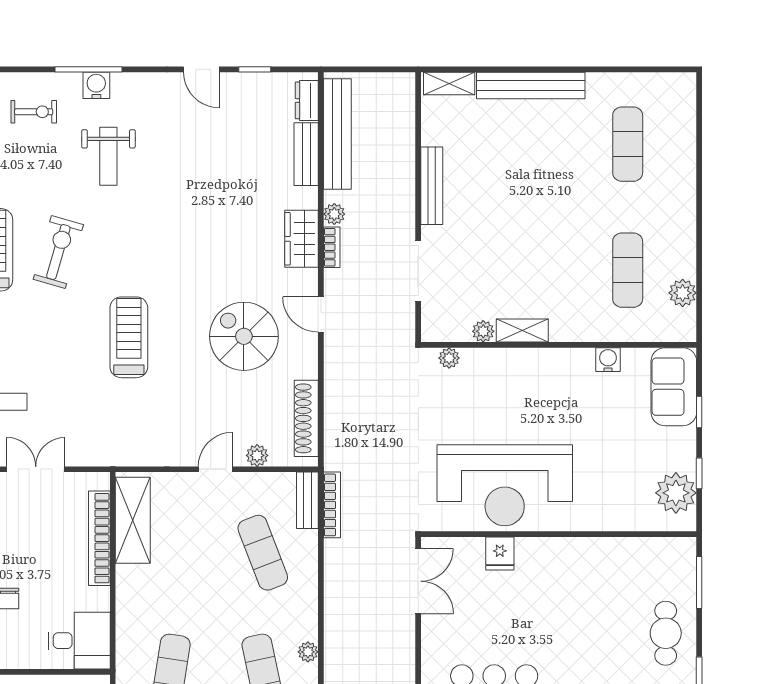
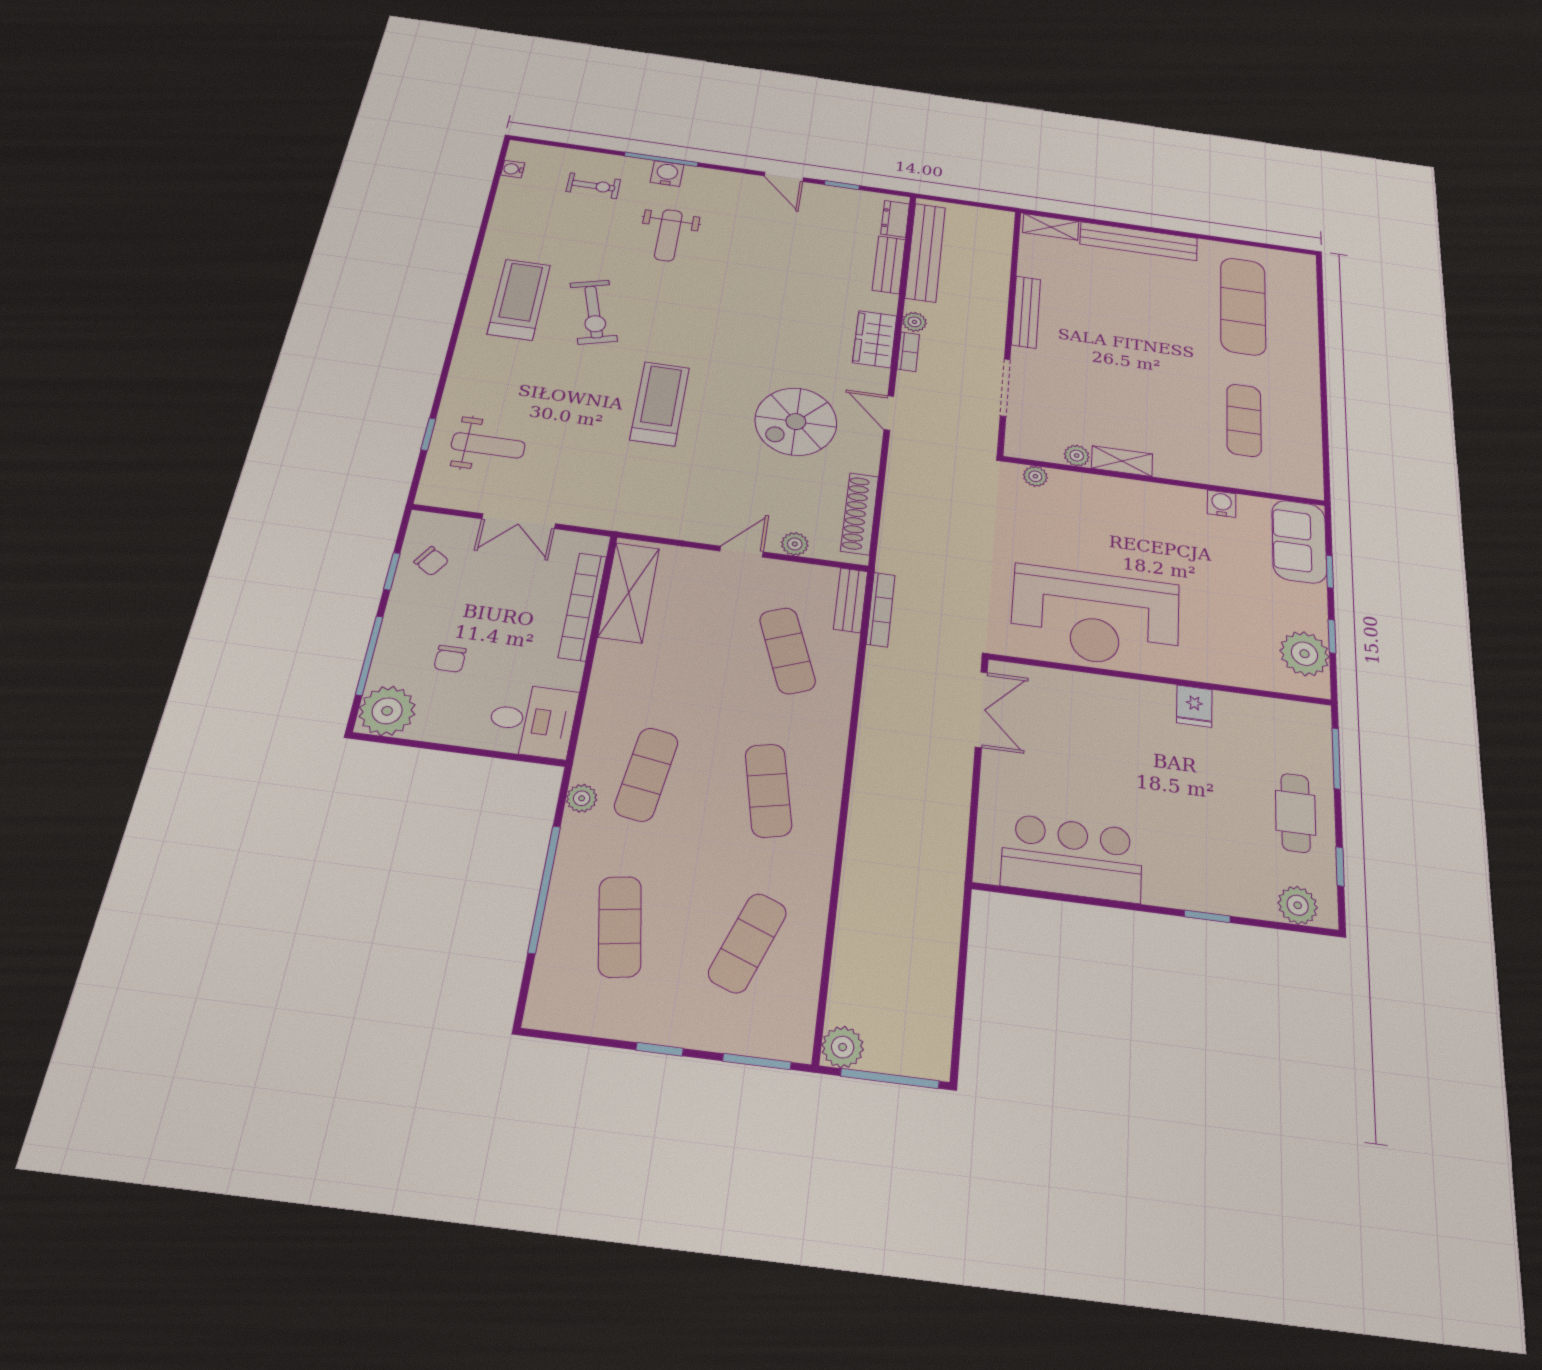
exercise mat: (628, 144) -> (1243, 306), width x1.36, depth x1.45
exercise bike: (58, 252) -> (594, 312), turned 148
plant: (683, 293) -> (1307, 450), removed
spiral stairs: (244, 336) -> (796, 422), turned -90
double door: (36, 469) -> (519, 521), swing flipped
fridge: (500, 553) -> (1194, 706), moved
plant: (308, 652) -> (831, 774), removed

